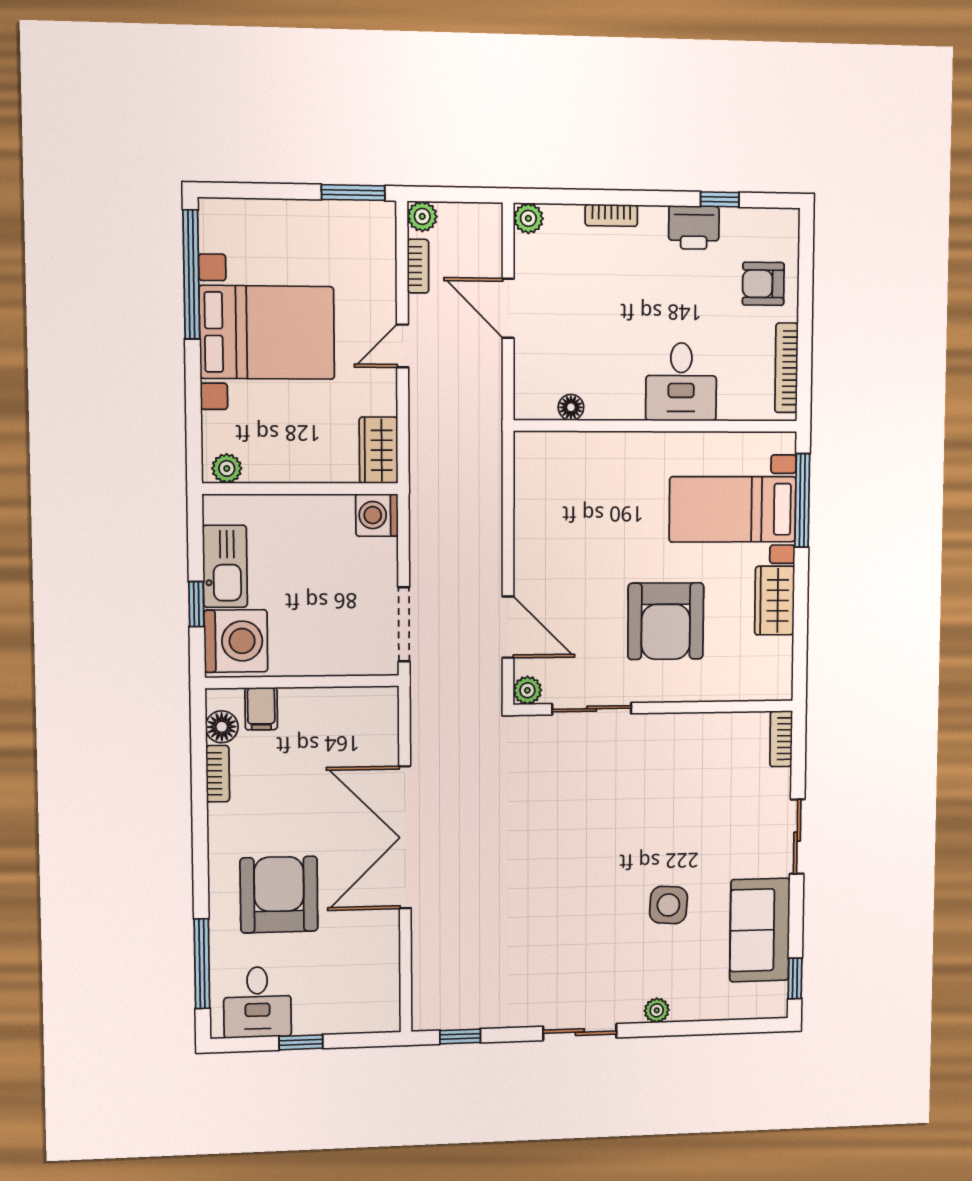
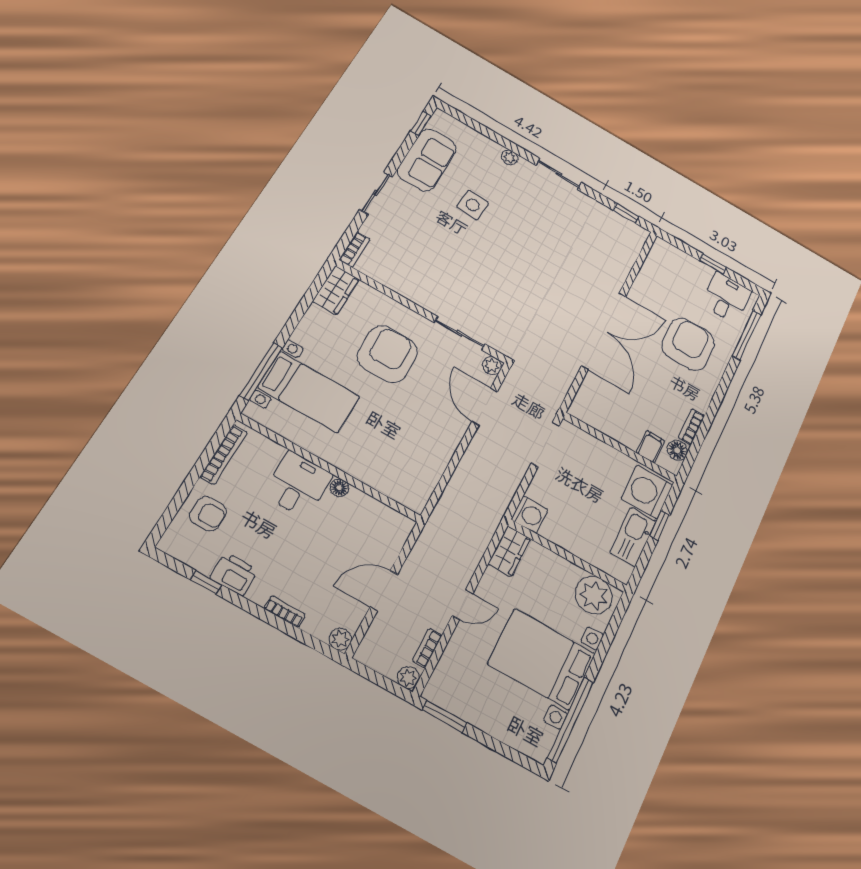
door: (508, 308) -> (384, 591), swing flipped
floor lamp: (571, 407) -> (339, 488), moved
plant: (227, 468) -> (594, 595), width x1.87, depth x1.87
wardrobe: (775, 601) -> (336, 290), moved
armchair: (279, 895) -> (688, 344), turned 180

